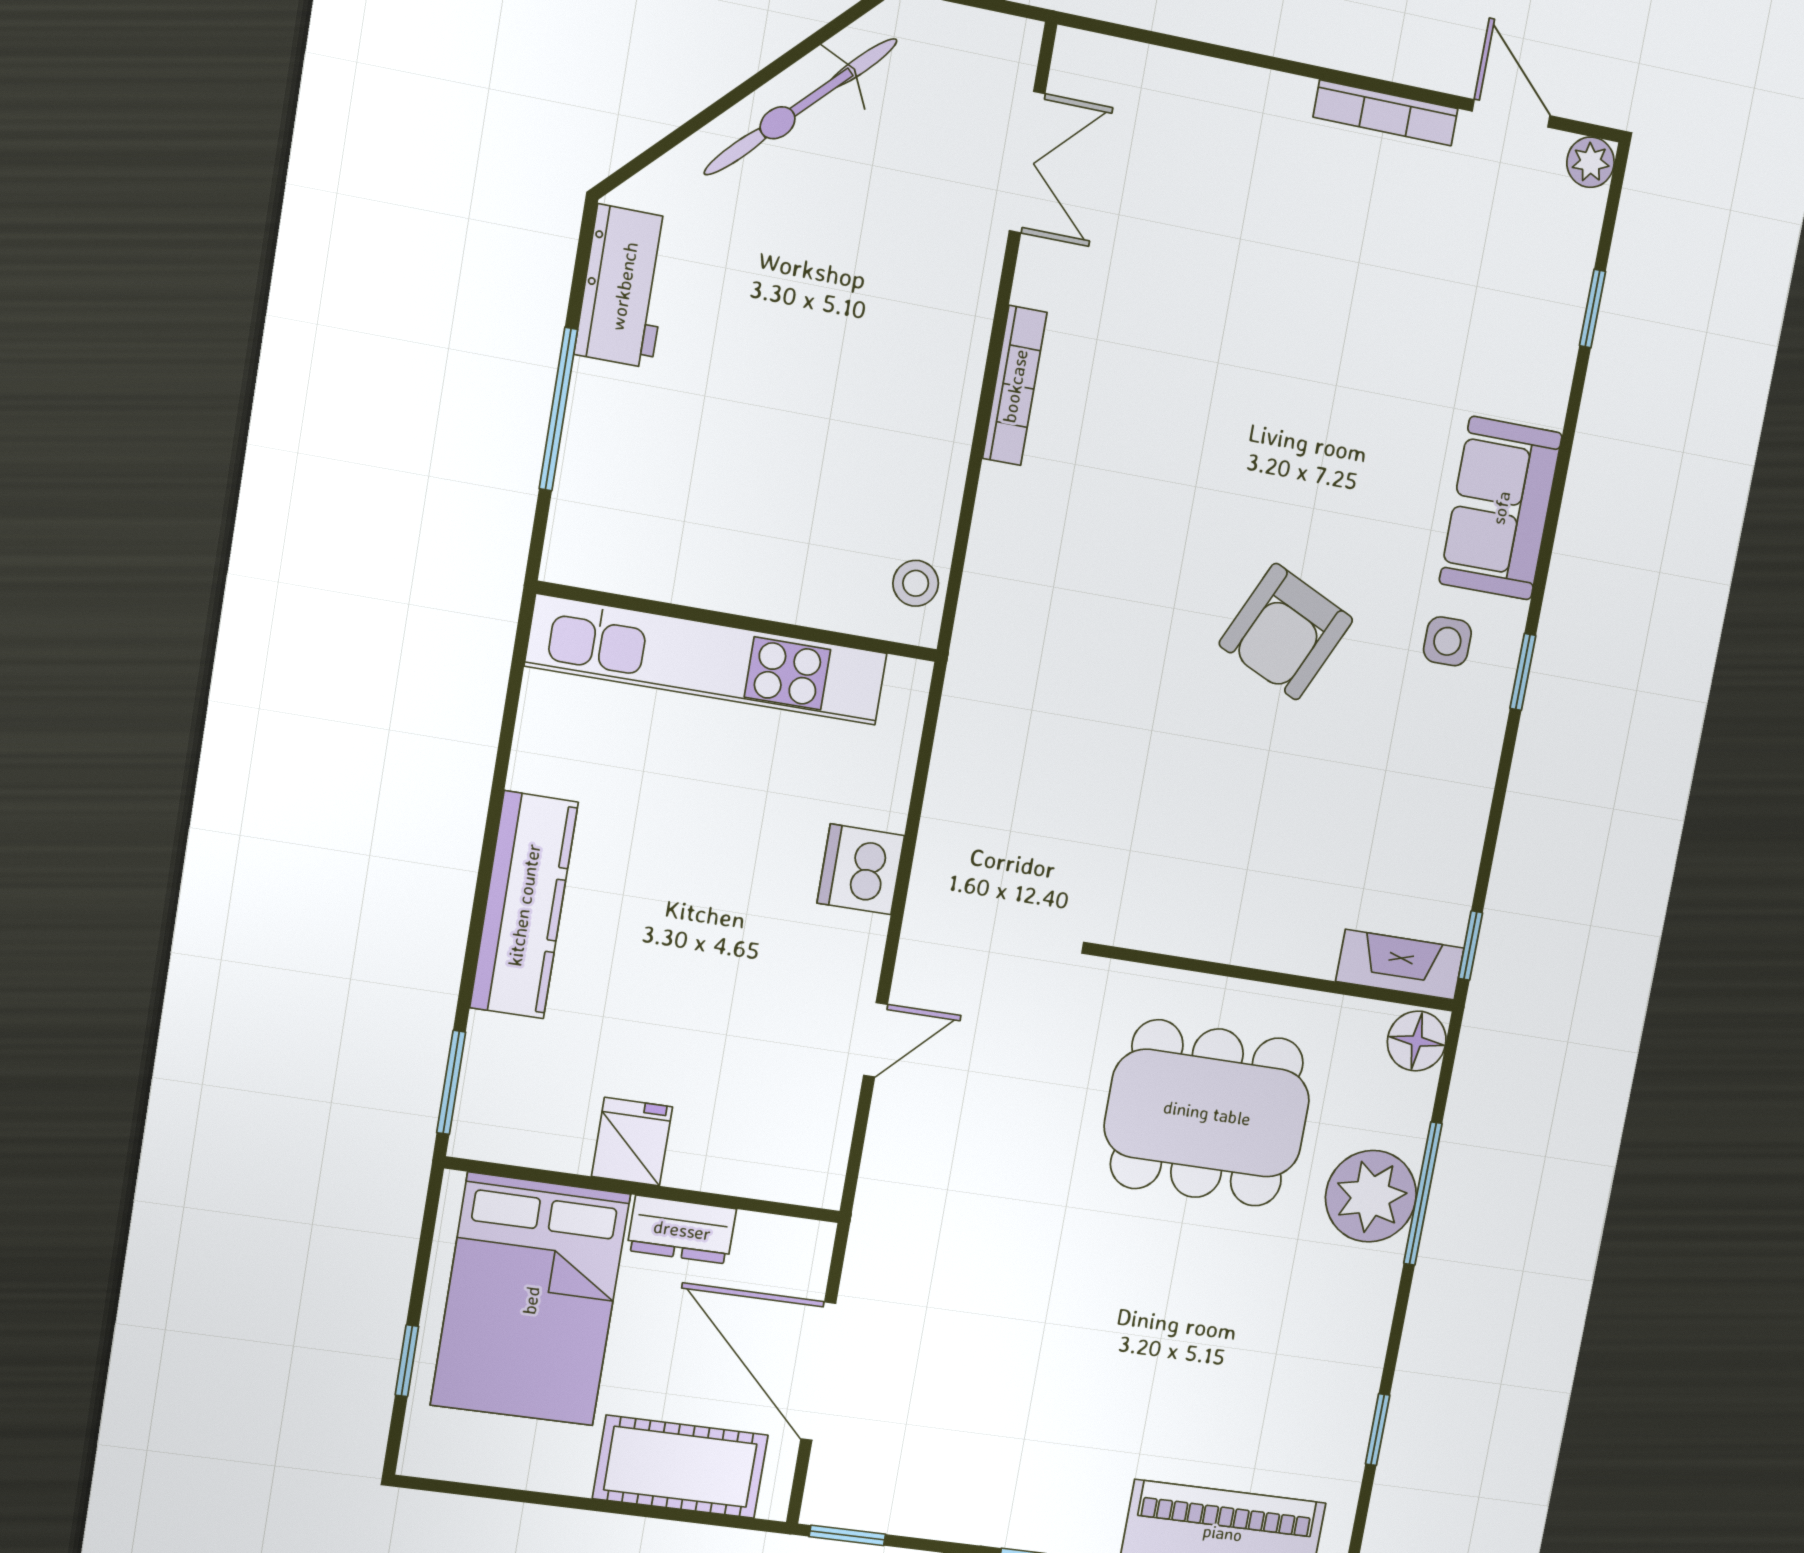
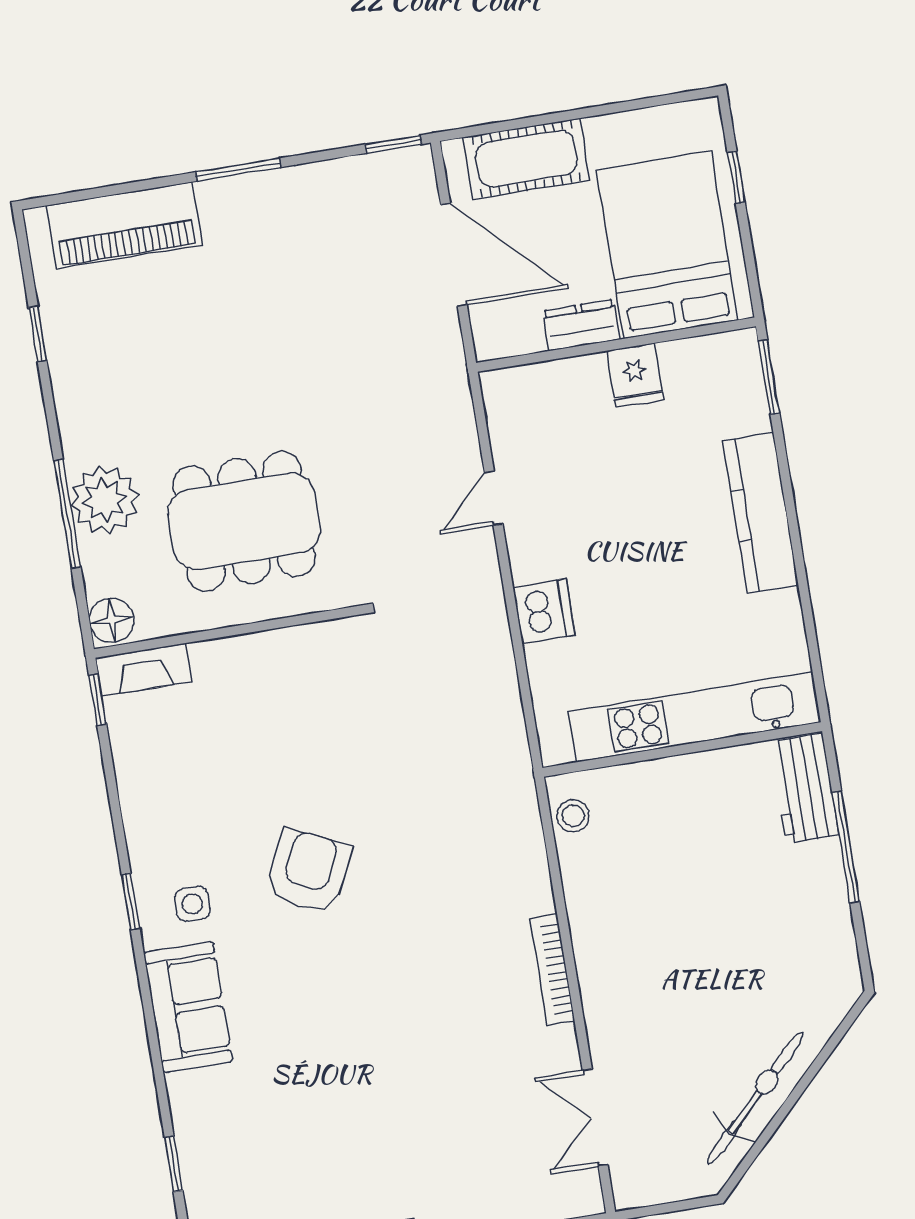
workbench: (624, 286) -> (805, 788), moved

